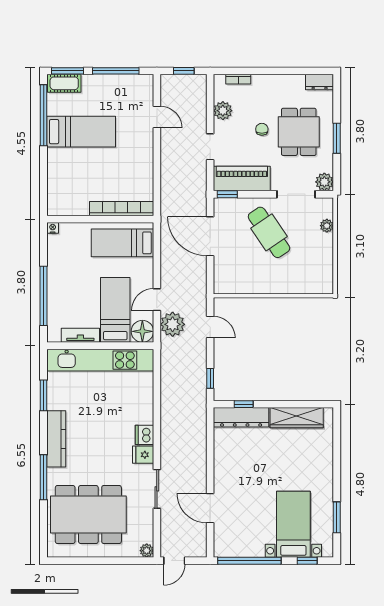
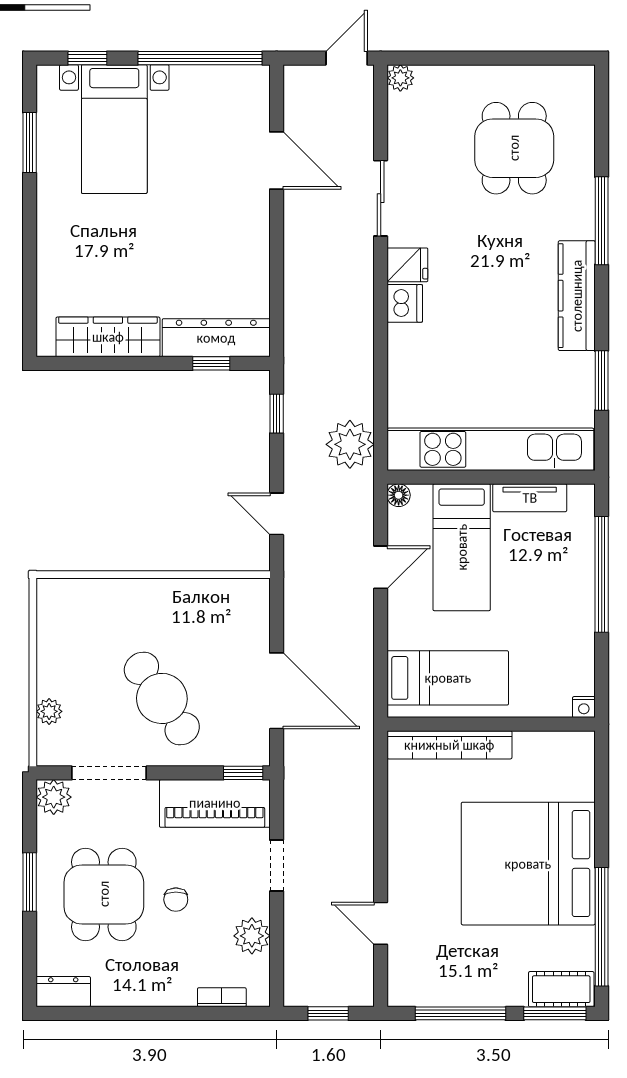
bed: (81, 132) -> (528, 864), width x2.04
plant: (173, 324) -> (350, 444), moved
floor lamp: (142, 331) -> (399, 495), width x0.53, depth x0.53
dining table: (88, 514) -> (514, 148), width x0.53, depth x0.80

